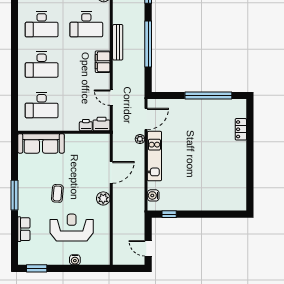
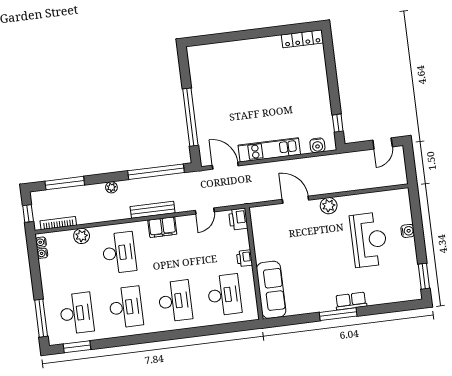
bench: (118, 42) -> (153, 210), moved
window: (148, 44) -> (156, 172), moved
window: (208, 96) -> (190, 117), moved
printer: (86, 125) -> (244, 258), moved
locker: (241, 129) -> (302, 39), moved, width x1.53
plant: (140, 139) -> (111, 187), moved
coffee table: (57, 193) -> (329, 262), removed
reception desk: (72, 228) -> (369, 240), turned 180
row of seats: (24, 229) -> (351, 301), moved

